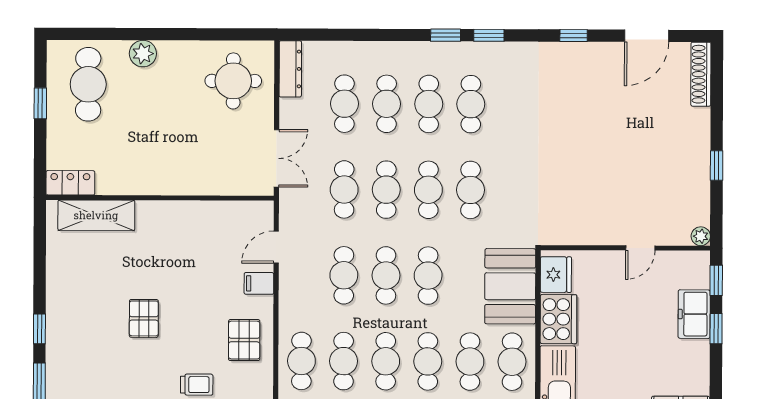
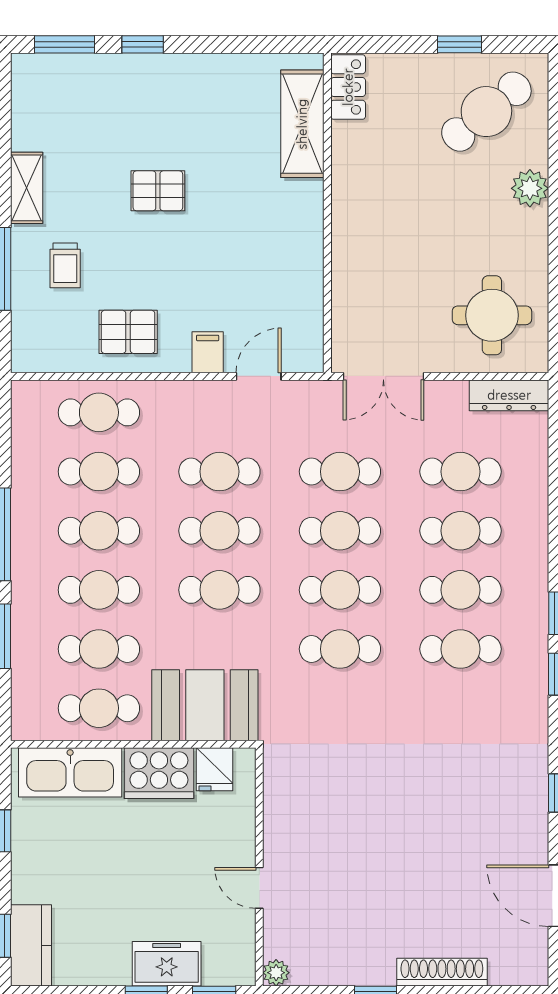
shoe rack: (701, 74) -> (442, 972), moved
cafe table: (88, 84) -> (486, 112), turned -39
door: (276, 247) -> (259, 376), hinge flipped
fridge: (556, 275) -> (214, 769), width x0.72

